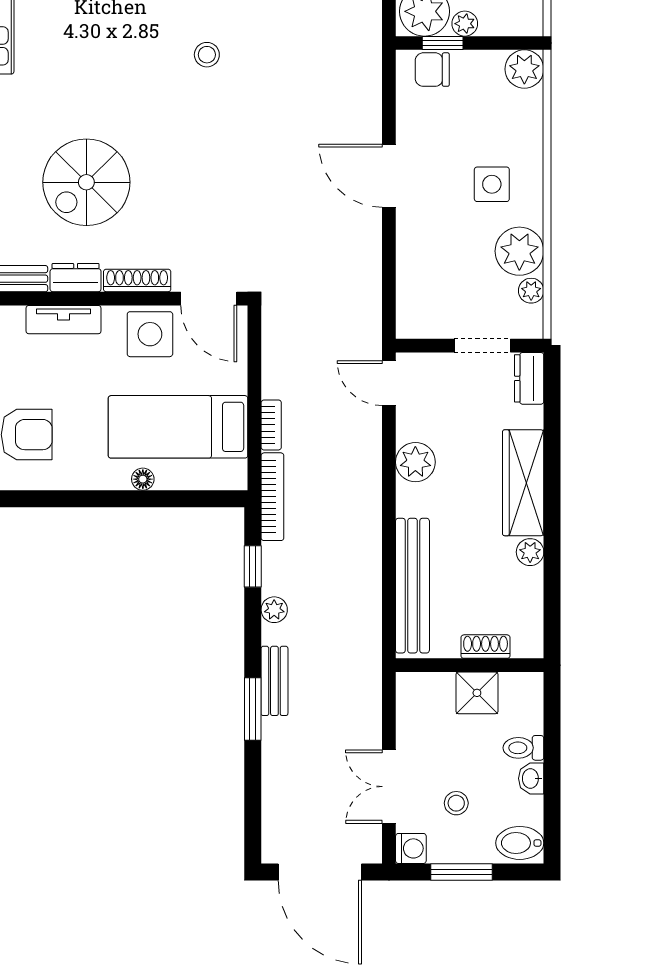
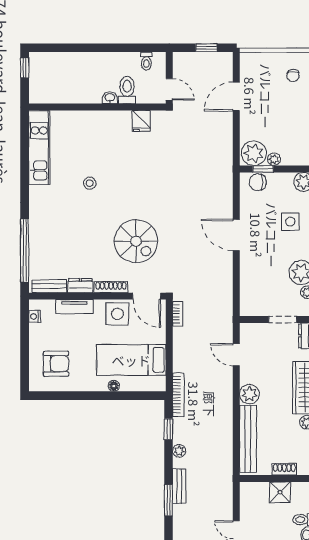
stool: (207, 55) -> (90, 183), moved
spiral stairs: (86, 182) -> (136, 241), moved, turned -90
side table: (492, 184) -> (290, 222), moved
door: (389, 383) -> (236, 355), moved
bookcase: (271, 425) -> (178, 314), moved
plant: (415, 462) -> (249, 394), moved

